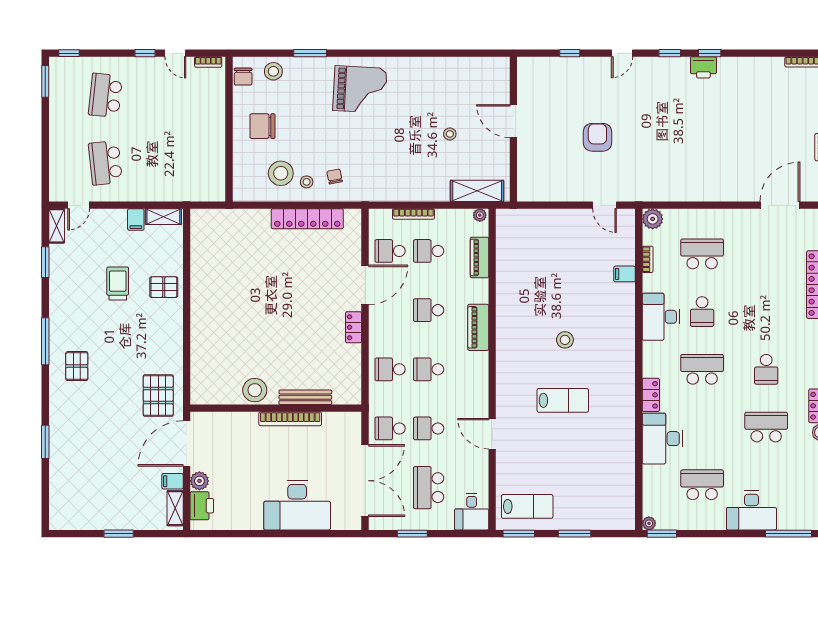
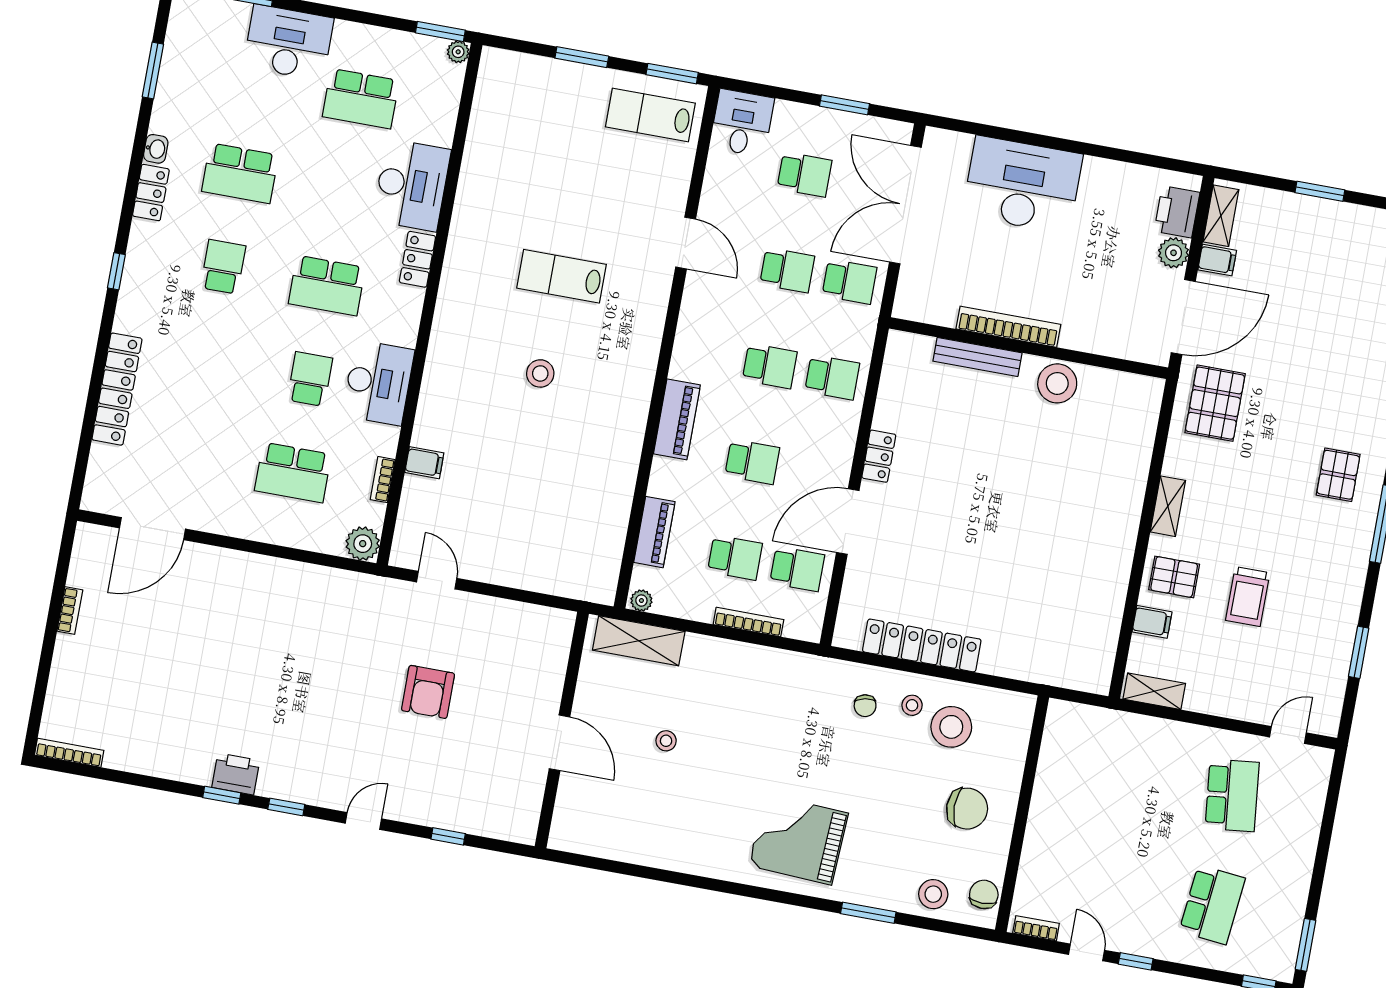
filing cabinet: (136, 219) -> (1152, 622), moved, turned 90
shelving: (57, 226) -> (1168, 506), moved
school desk: (429, 488) -> (805, 174), width x0.54

